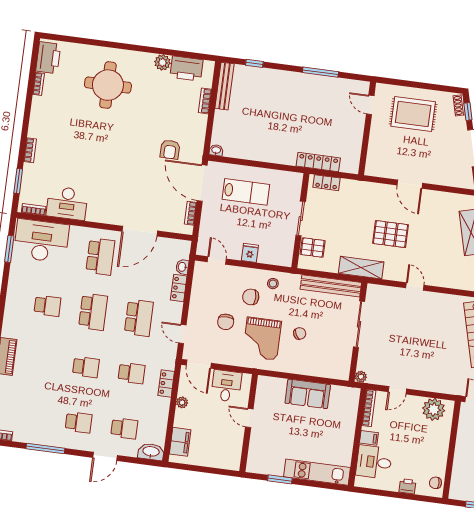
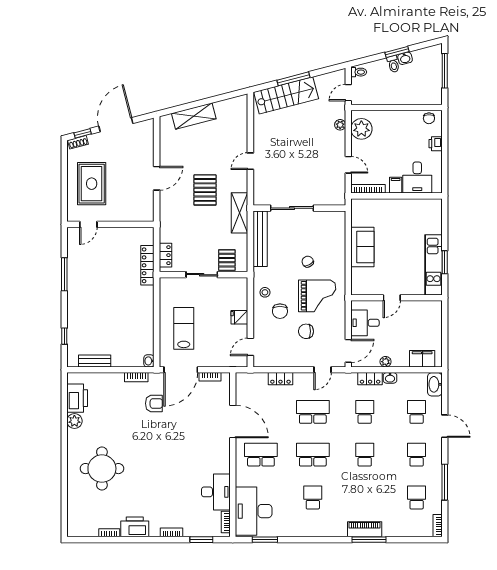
printer: (48, 58) -> (135, 527), moved
bench: (224, 86) -> (95, 361), width x0.73
bookcase: (205, 101) -> (136, 377), moved
washbasin: (182, 267) -> (390, 378), moved
chair: (226, 322) -> (306, 331), turned 180
plant: (361, 377) -> (340, 125), moved
school desk: (33, 416) -> (417, 498), added
kitchen unit: (317, 472) -> (433, 265), moved

